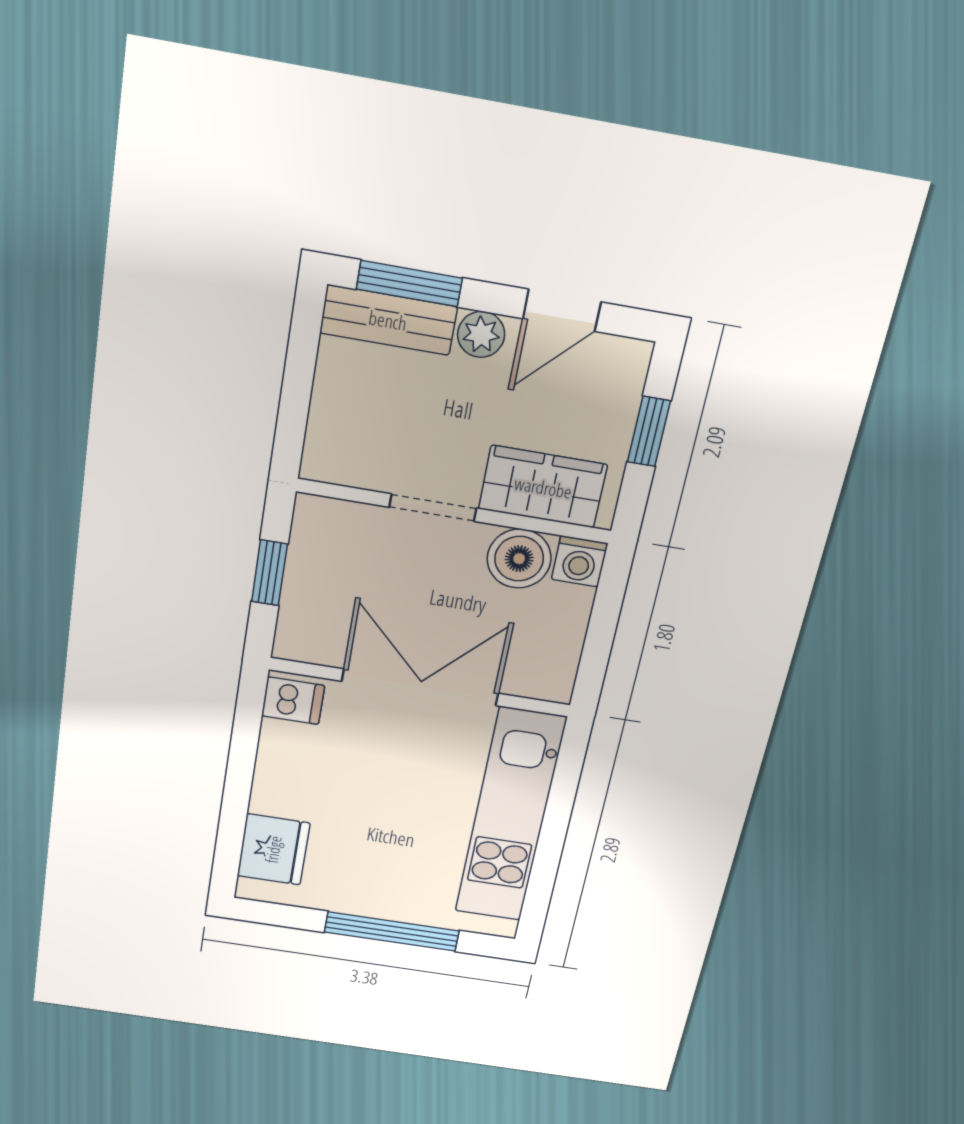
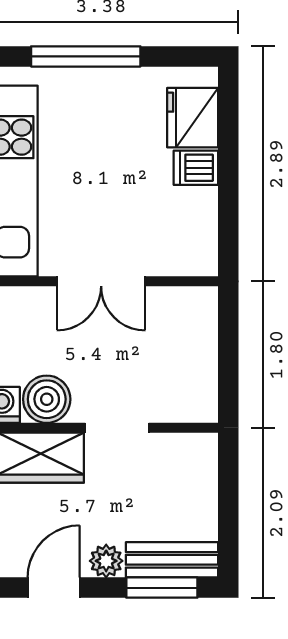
window: (269, 573) -> (228, 356), removed
double door: (420, 687) -> (101, 281), width x0.73
dishwasher: (293, 701) -> (196, 168), moved

